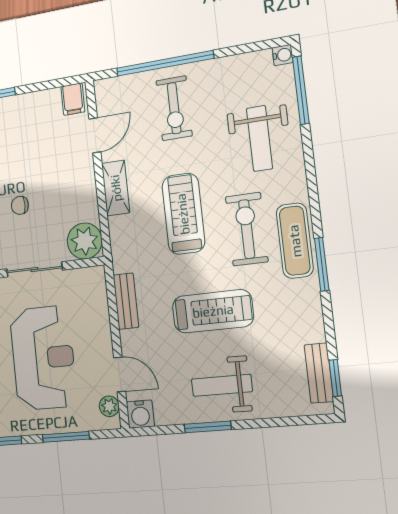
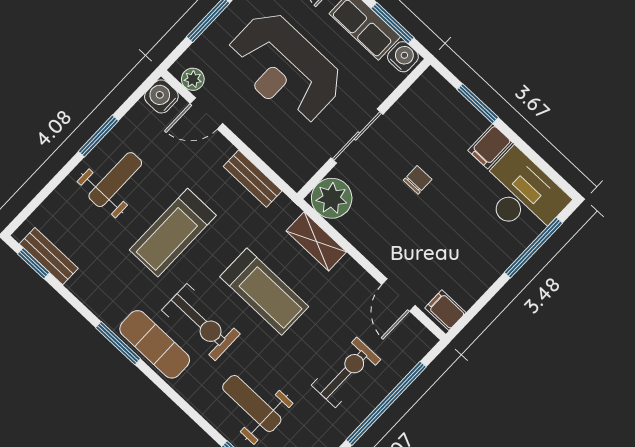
exercise bike: (174, 108) -> (346, 372), turned 90
shelving: (116, 188) -> (316, 241), moved

